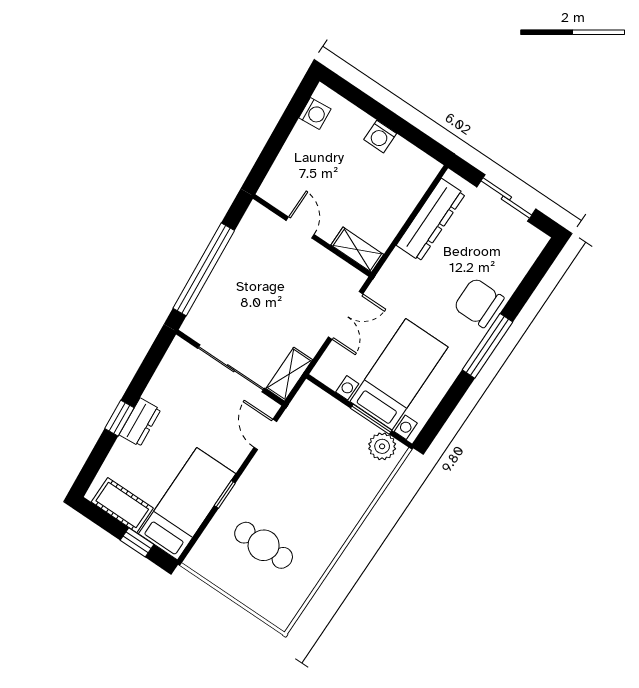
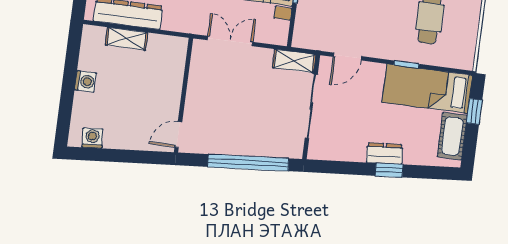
door: (300, 228) -> (178, 135), moved
shelving: (357, 250) -> (127, 39), moved, turned 90

